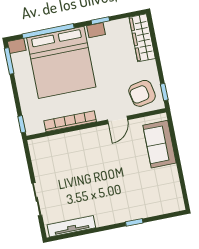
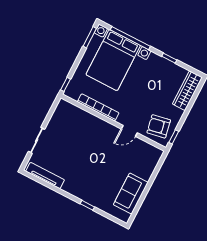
bed with nightstands: (61, 62) -> (113, 60), width x0.73
sofa: (160, 144) -> (131, 193), moved

